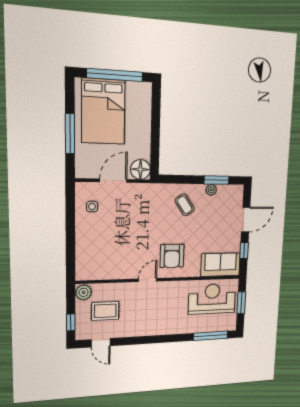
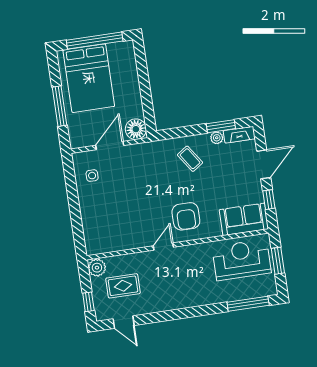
fireplace: (231, 190) -> (239, 135), added

